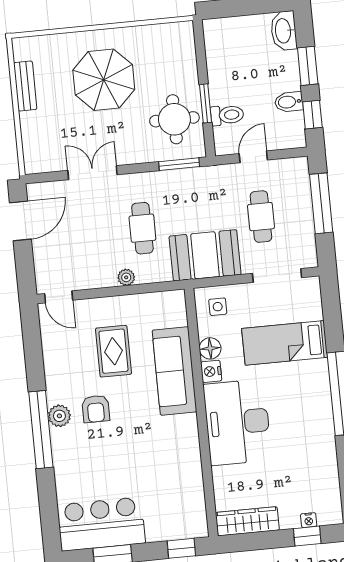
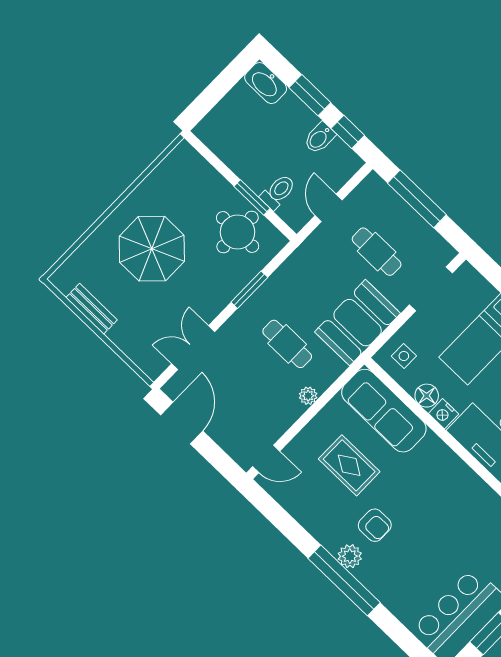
window: (179, 164) -> (249, 290), moved
double door: (93, 173) -> (193, 348), moved
sofa: (174, 371) -> (384, 411), moved

